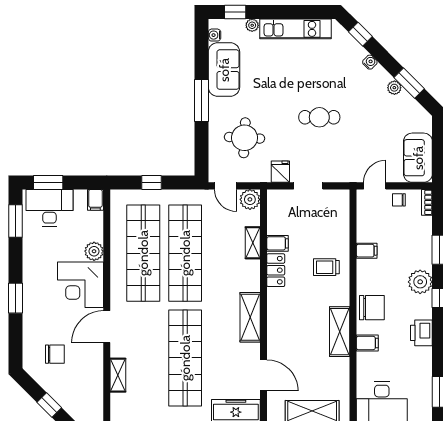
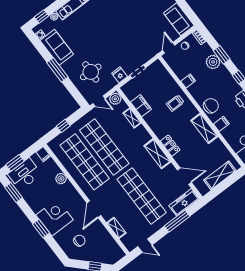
cafe table: (319, 117) -> (118, 36), removed
filing cabinet: (278, 243) -> (141, 106), width x2.00
locker: (276, 270) -> (170, 146), moved
plant: (420, 282) -> (213, 62), moved
corner desk: (80, 285) -> (55, 217), moved, turned 180

